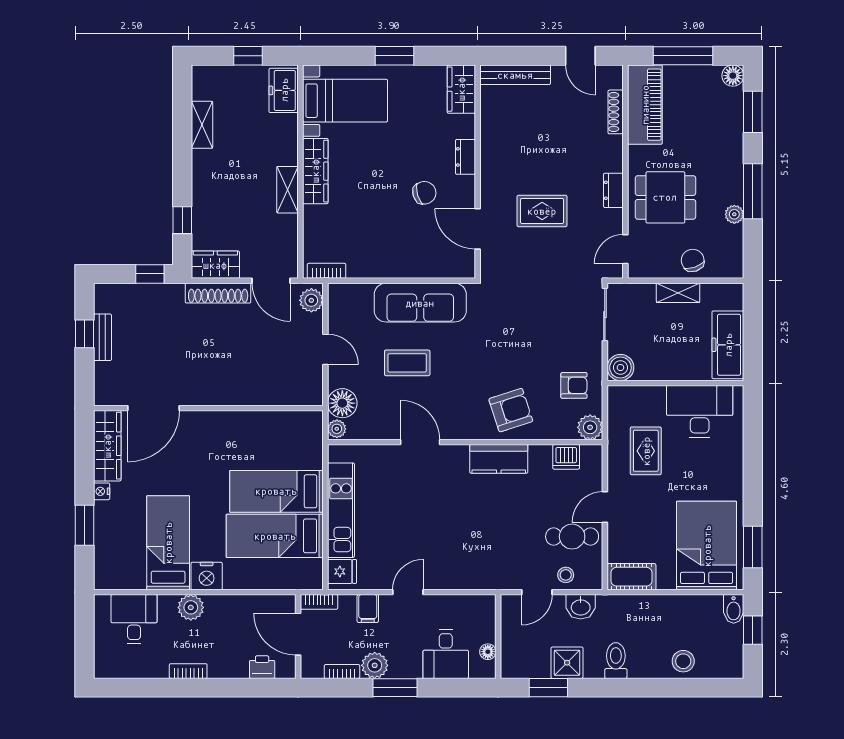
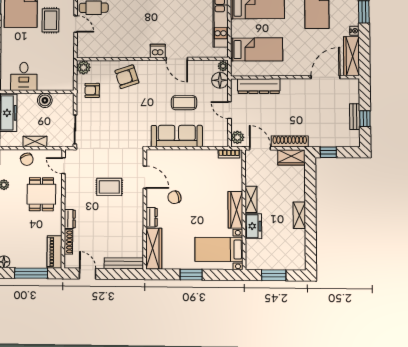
window: (248, 56) -> (274, 275), width x1.50
wardrobe: (461, 89) -> (154, 249), width x1.50
freezer: (284, 90) -> (253, 226), moved
piano: (645, 105) -> (54, 252), width x0.73, depth x0.75
shelving: (202, 125) -> (299, 215), moved
dresser: (613, 190) -> (70, 219), moved
dining table: (665, 197) -> (41, 194), turned 90
window: (182, 220) -> (310, 182), removed
door: (625, 249) -> (64, 166), swing flipped
boiler: (620, 368) -> (45, 100), moved
dresser: (273, 392) -> (259, 86), added
desk: (700, 411) -> (24, 76), width x0.73
rug: (646, 451) -> (51, 20), moved
dishwasher: (566, 457) -> (158, 51), moved
kitchen counter: (499, 459) -> (134, 50), removed
bed: (276, 491) -> (256, 49), moved
door: (605, 507) -> (76, 24), hinge flipped

